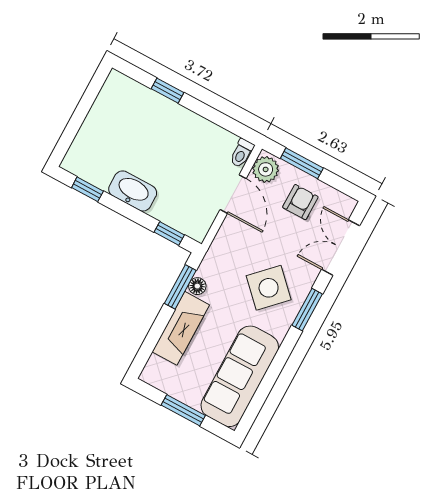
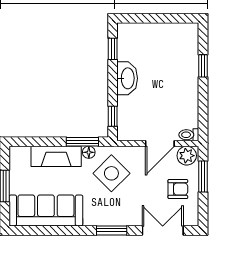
side table: (269, 288) -> (111, 173), moved

